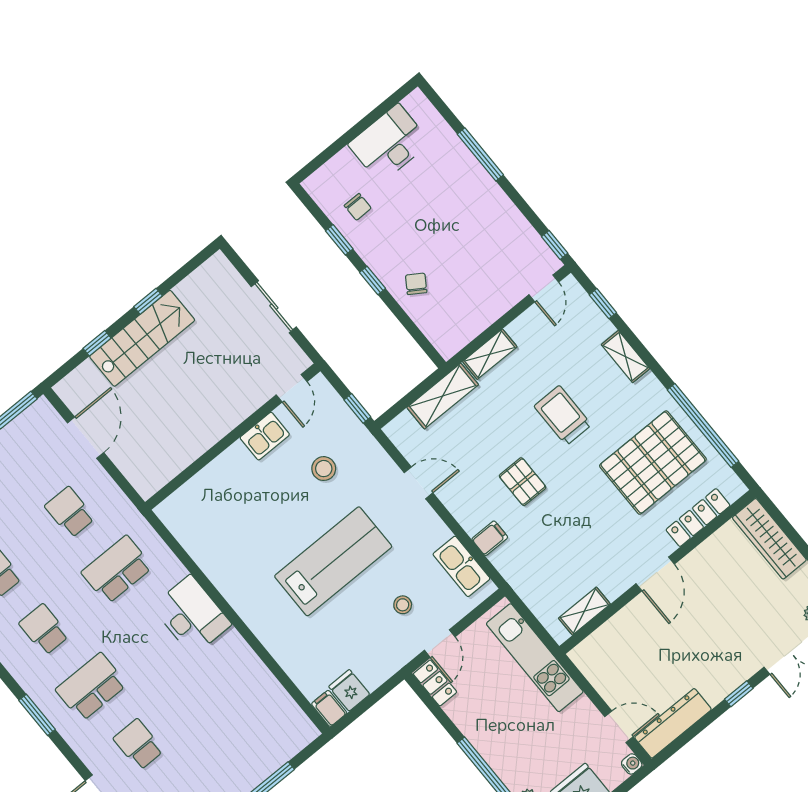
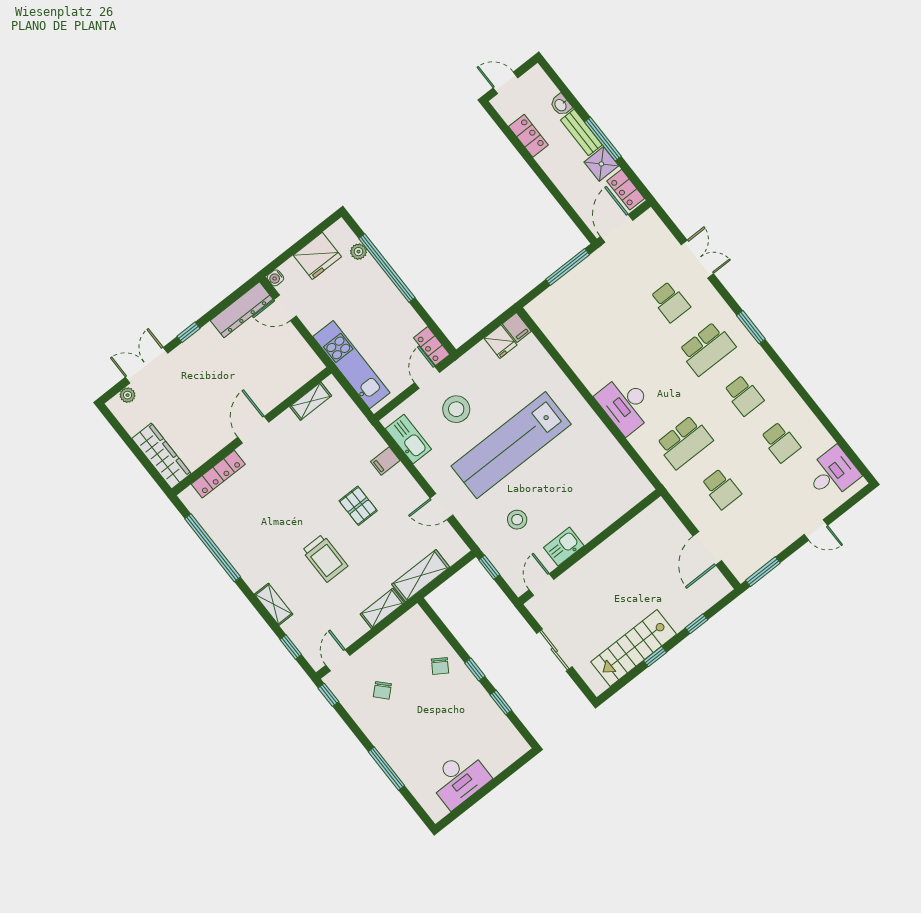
chair: (358, 207) -> (382, 690), moved, turned -133
stairs: (142, 338) -> (634, 648), moved
pallet: (653, 463) -> (253, 519), removed
lab bench: (333, 561) -> (511, 445), width x1.36
stool: (403, 605) -> (456, 409), width x1.89, depth x1.89

